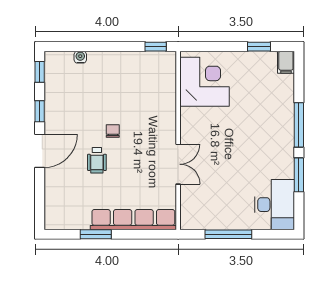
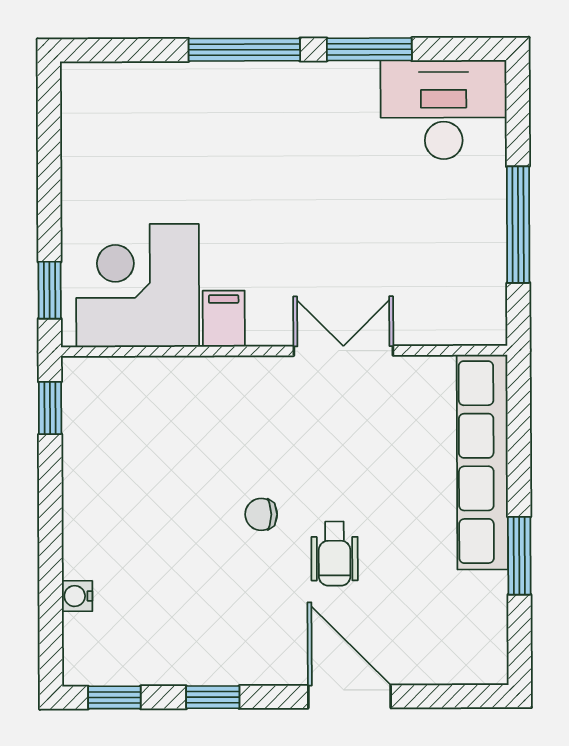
window: (259, 47) -> (50, 290), moved
filing cabinet: (286, 62) -> (224, 319), moved, turned -90
door: (40, 151) -> (349, 697), moved
wheelchair: (97, 160) -> (335, 554), turned 90

